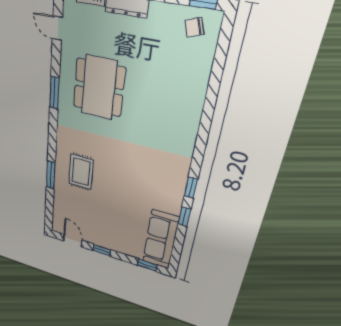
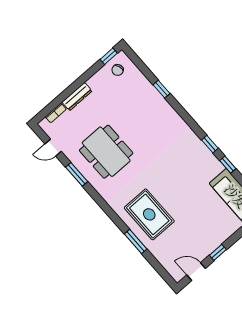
window: (54, 93) -> (77, 174), moved
window: (211, 97) -> (162, 89), added
rug: (81, 172) -> (149, 214), width x1.36, depth x1.43

